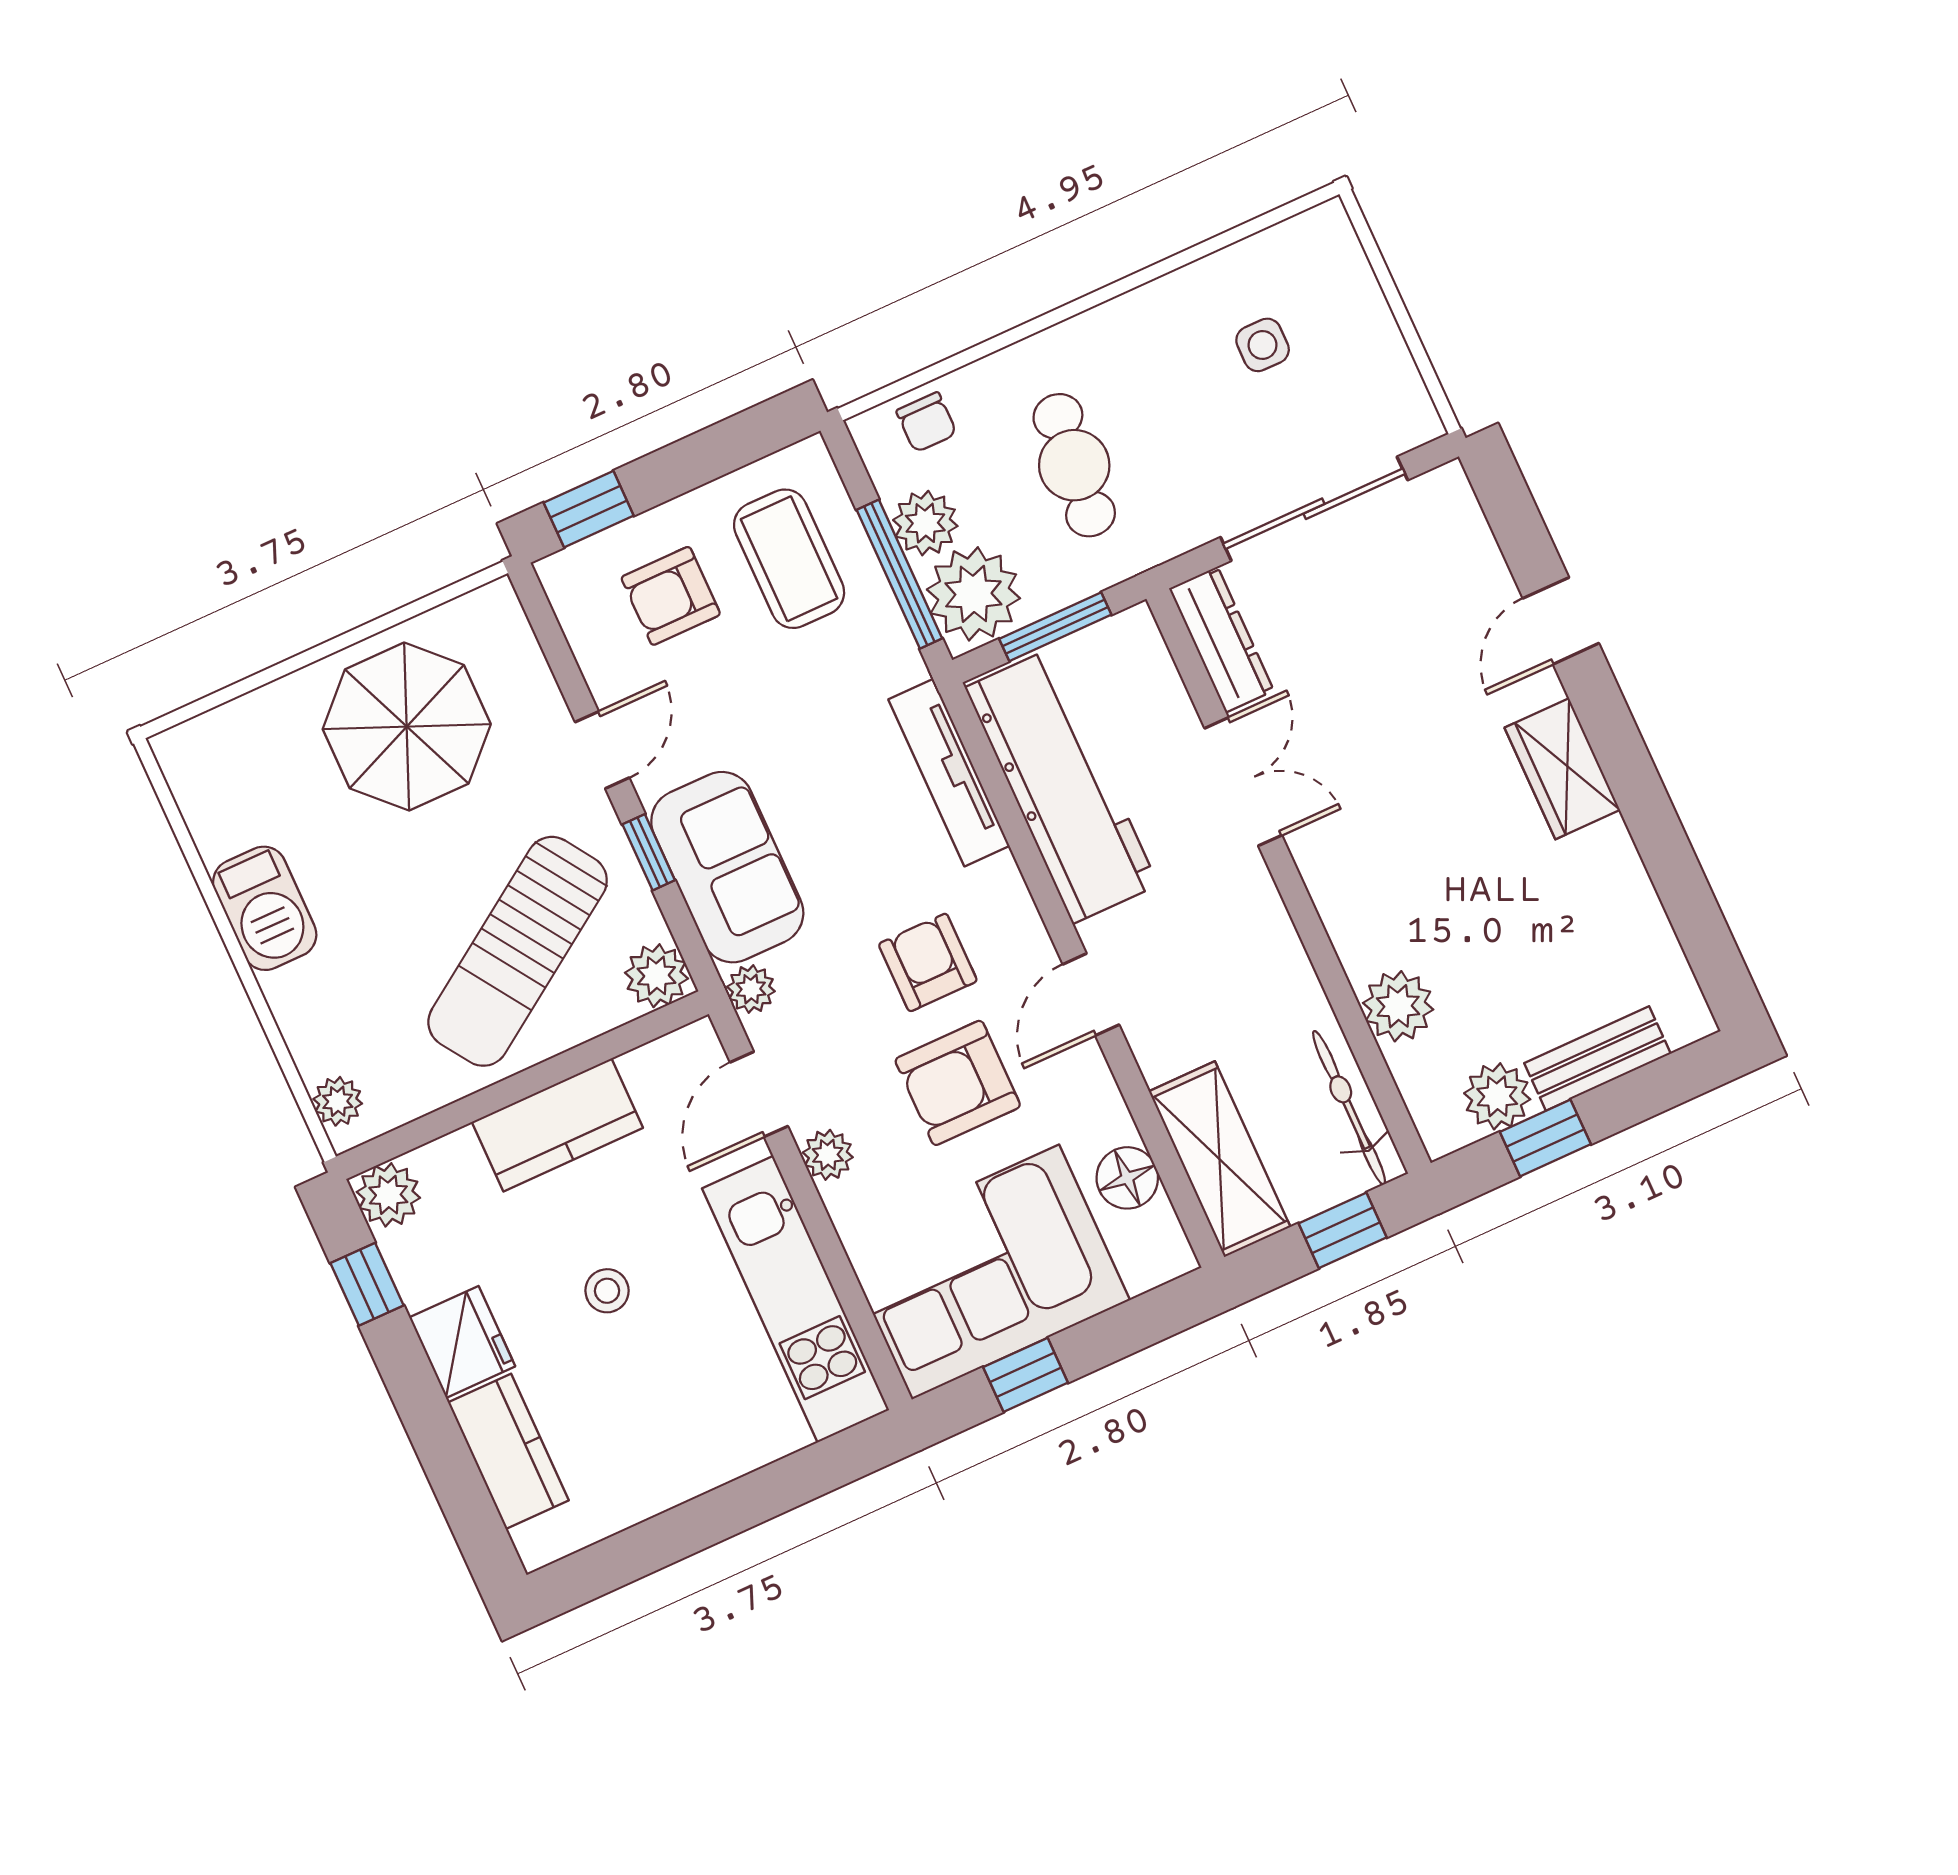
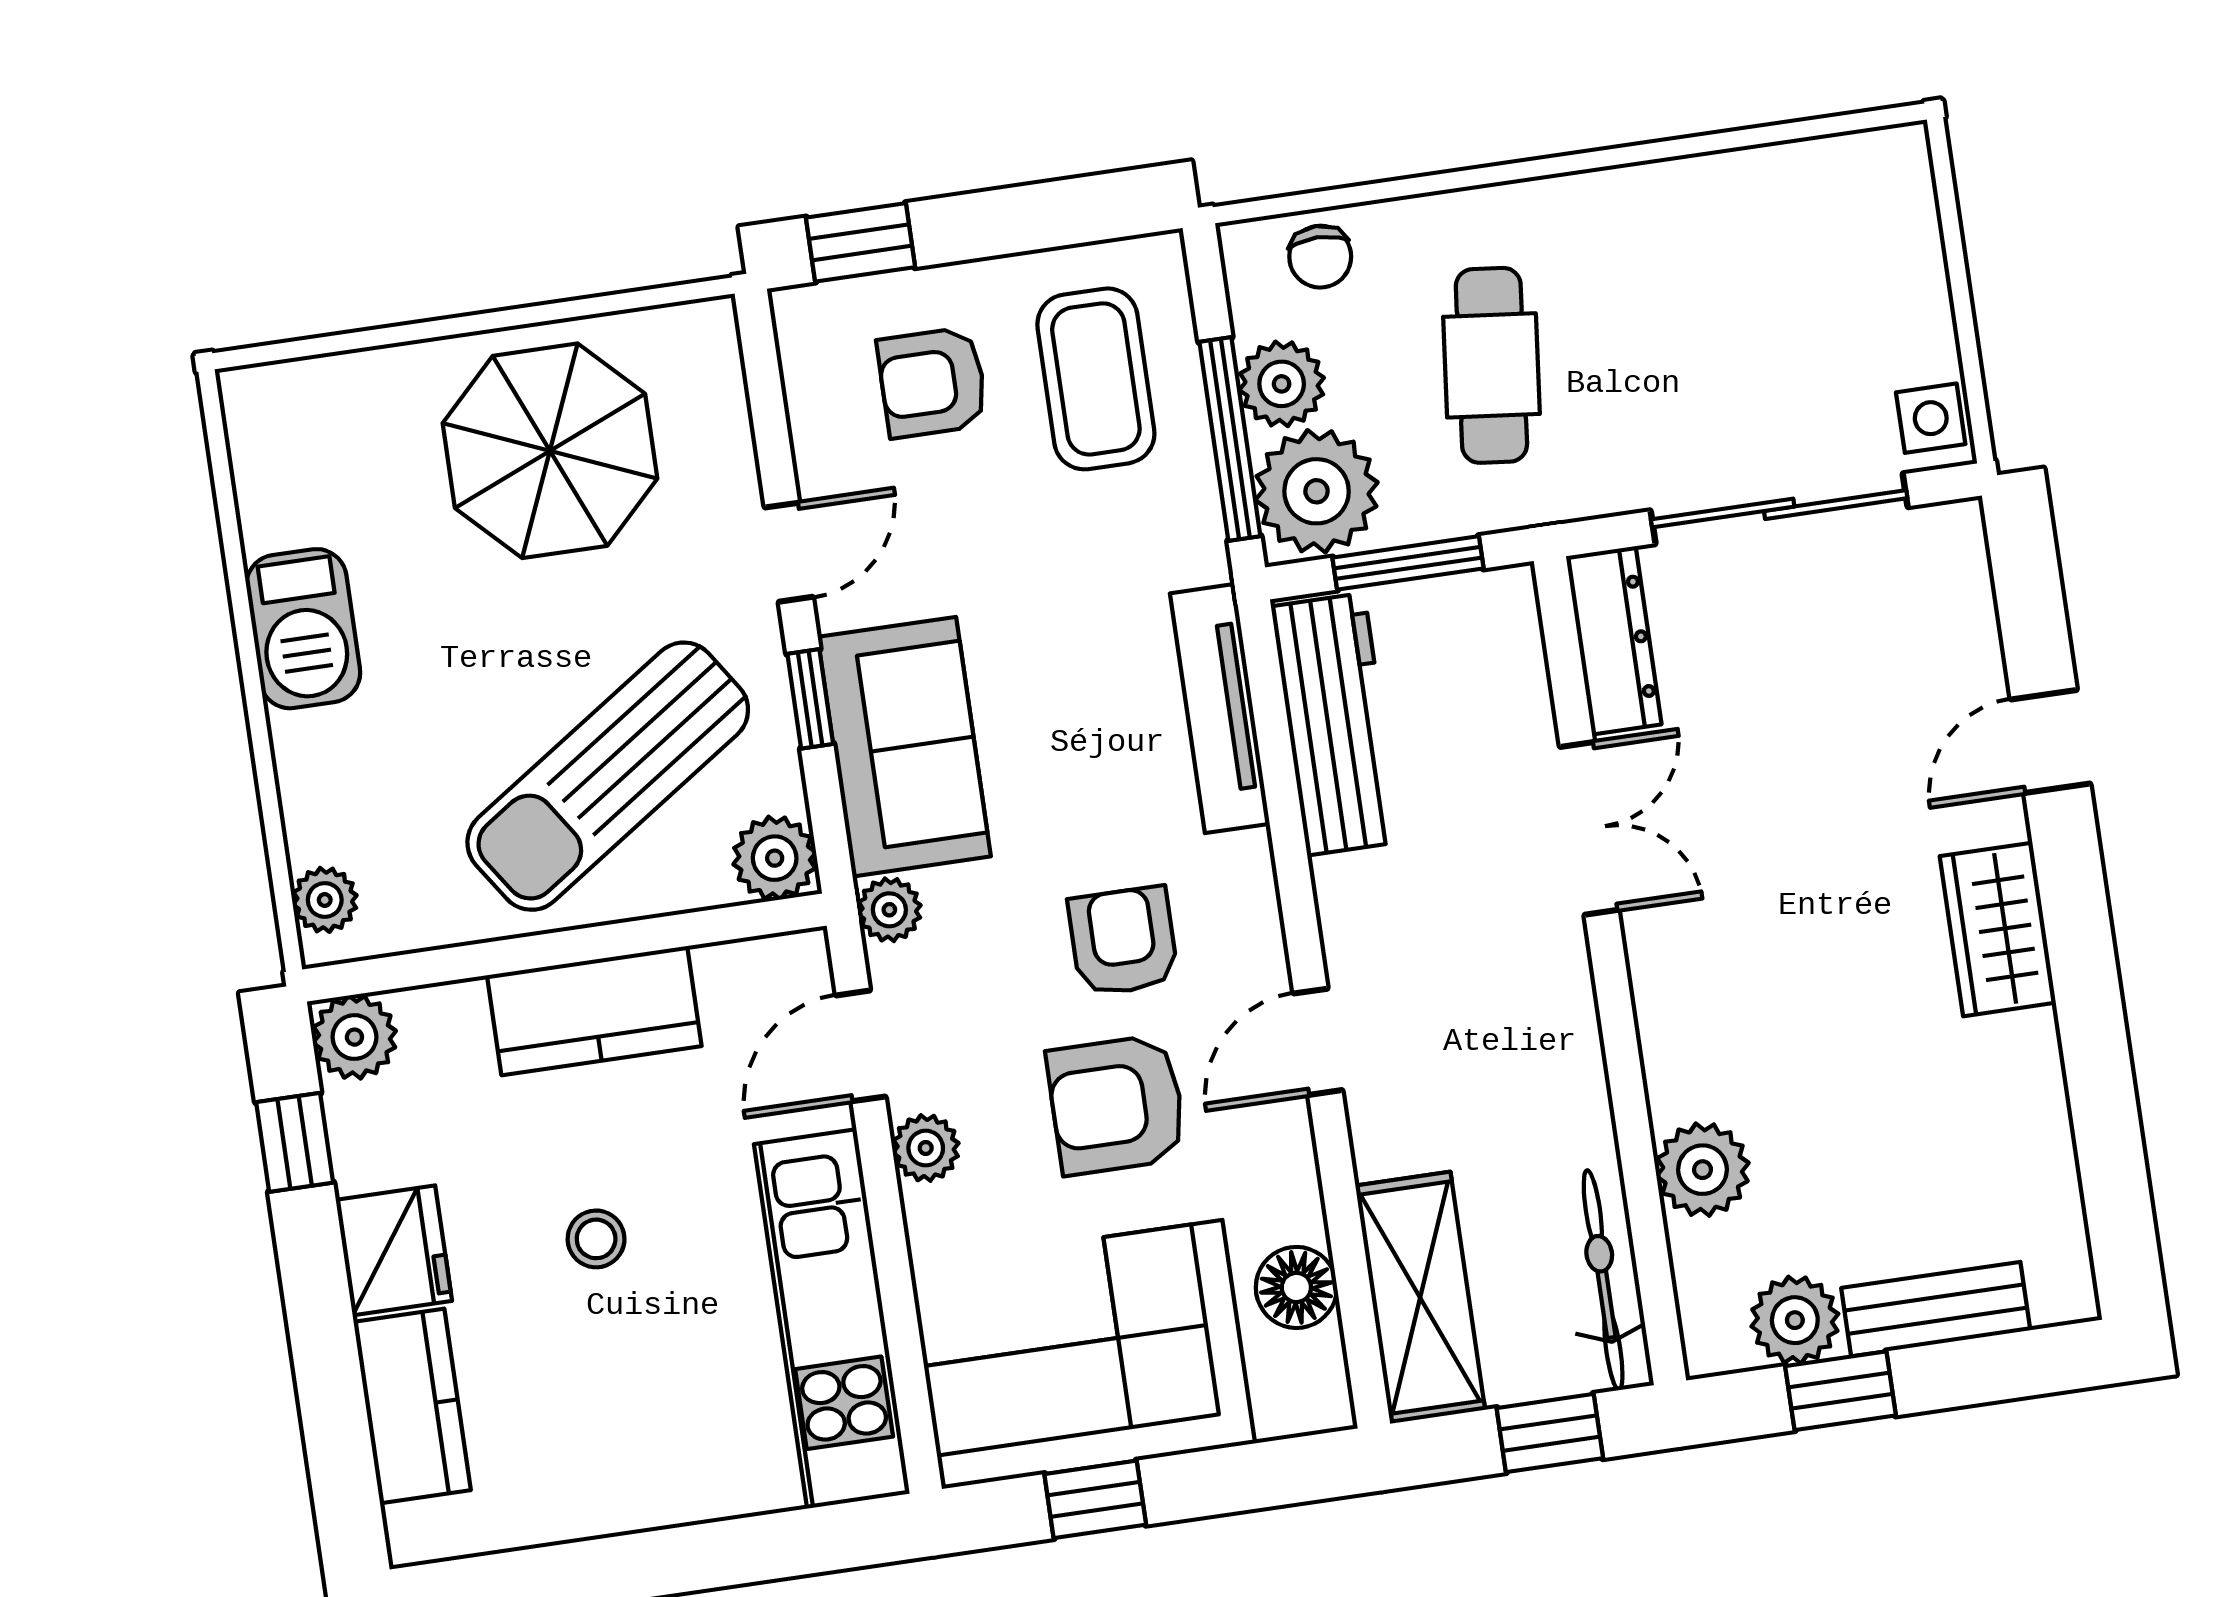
side table: (1263, 345) -> (1931, 418), moved
workbench: (1062, 786) -> (1336, 724), width x0.73, depth x0.76

